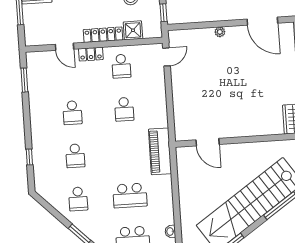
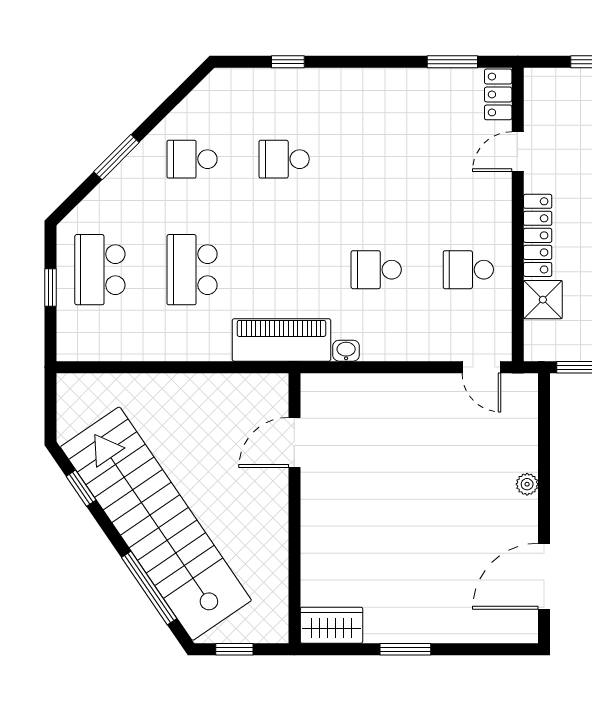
locker: (91, 54) -> (498, 94), moved
school desk: (72, 113) -> (376, 159), removed
washbasin: (170, 231) -> (346, 351), moved

